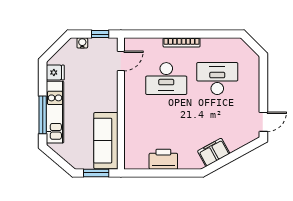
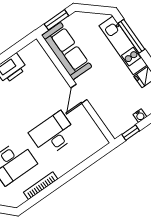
bookcase: (182, 42) -> (41, 186), moved
door: (121, 61) -> (79, 94), moved

